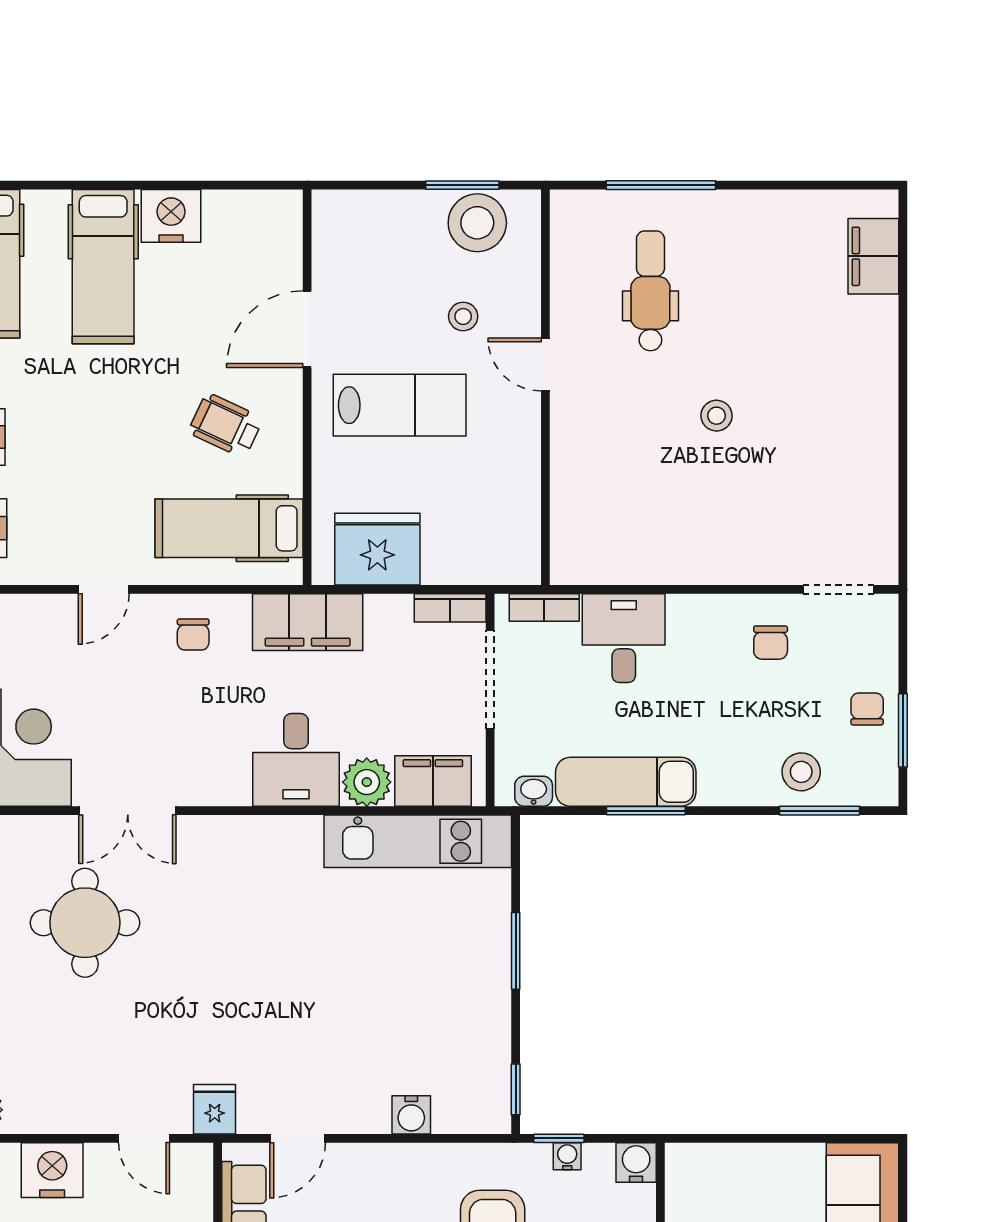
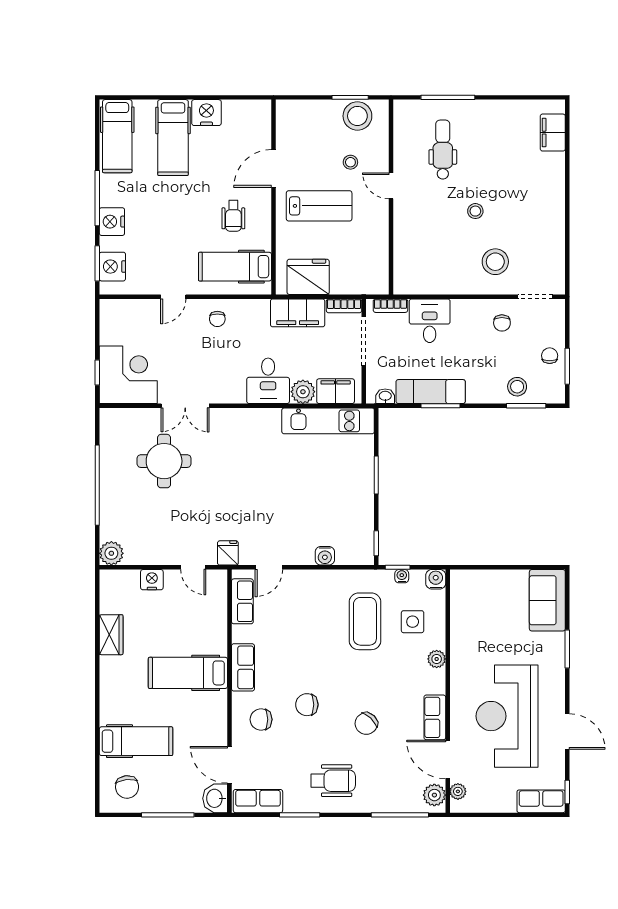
wheelchair: (226, 425) -> (233, 216), turned -115
stool: (757, 518) -> (495, 262), added
filing cabinet: (308, 622) -> (298, 313), moved
nightstand: (52, 1170) -> (152, 580), width x0.74, depth x0.75

